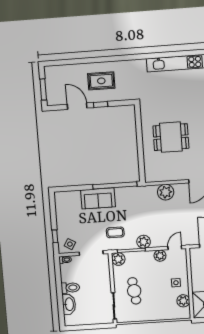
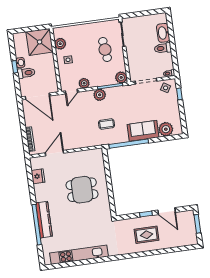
plant: (166, 192) -> (166, 129), moved
coffee table: (115, 232) -> (107, 124), moved

